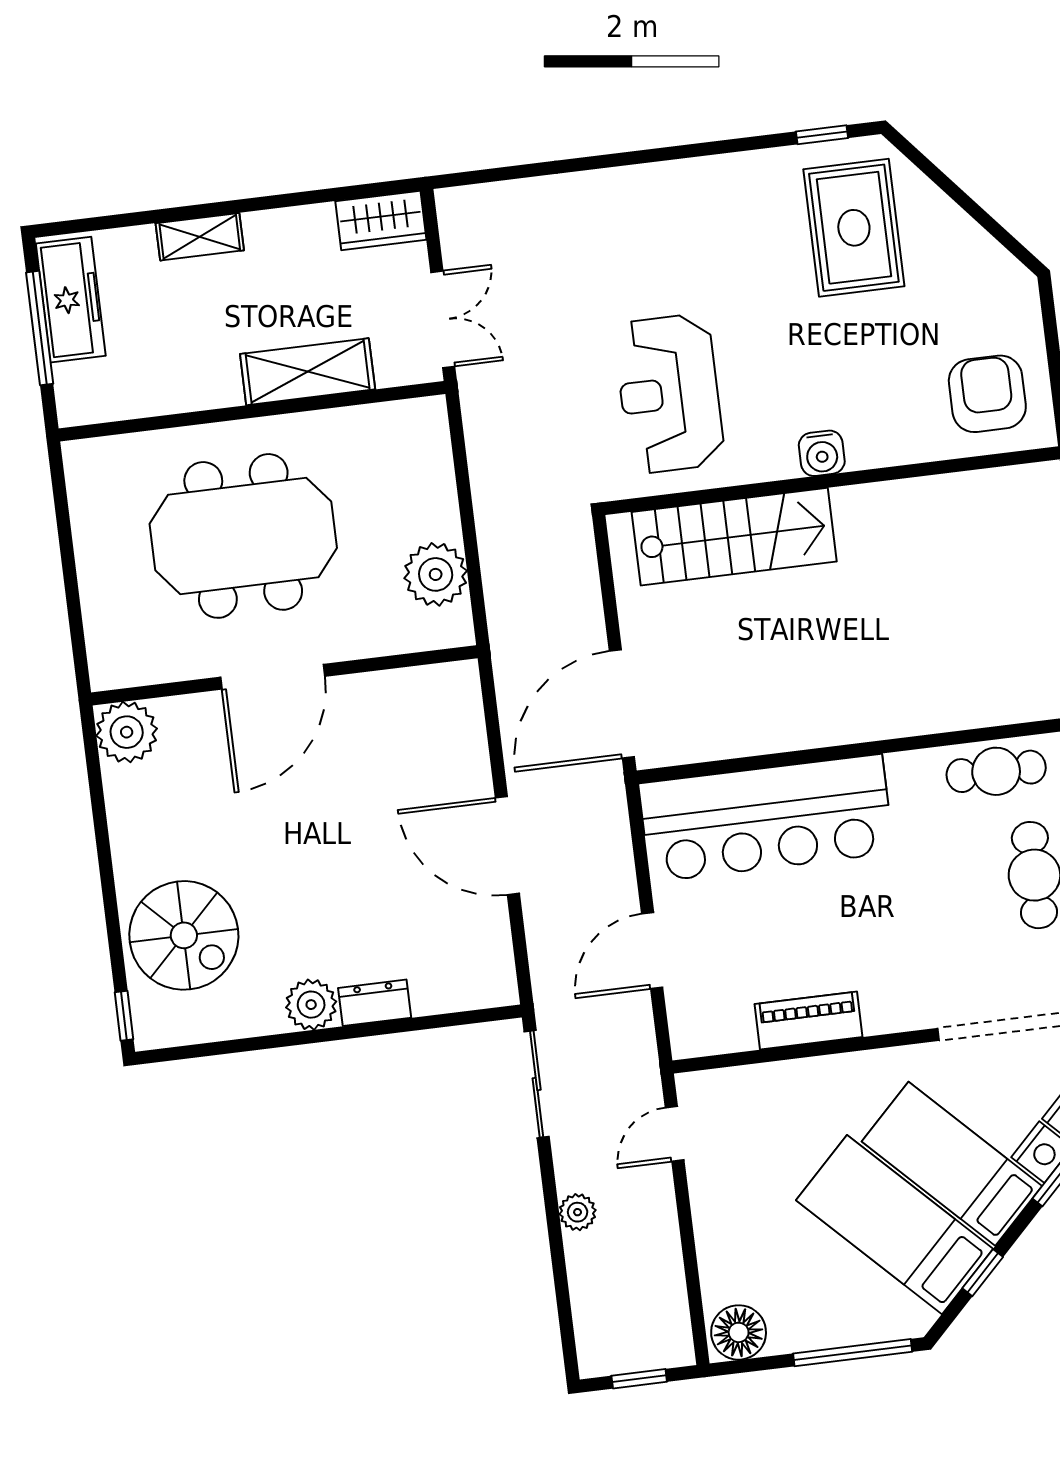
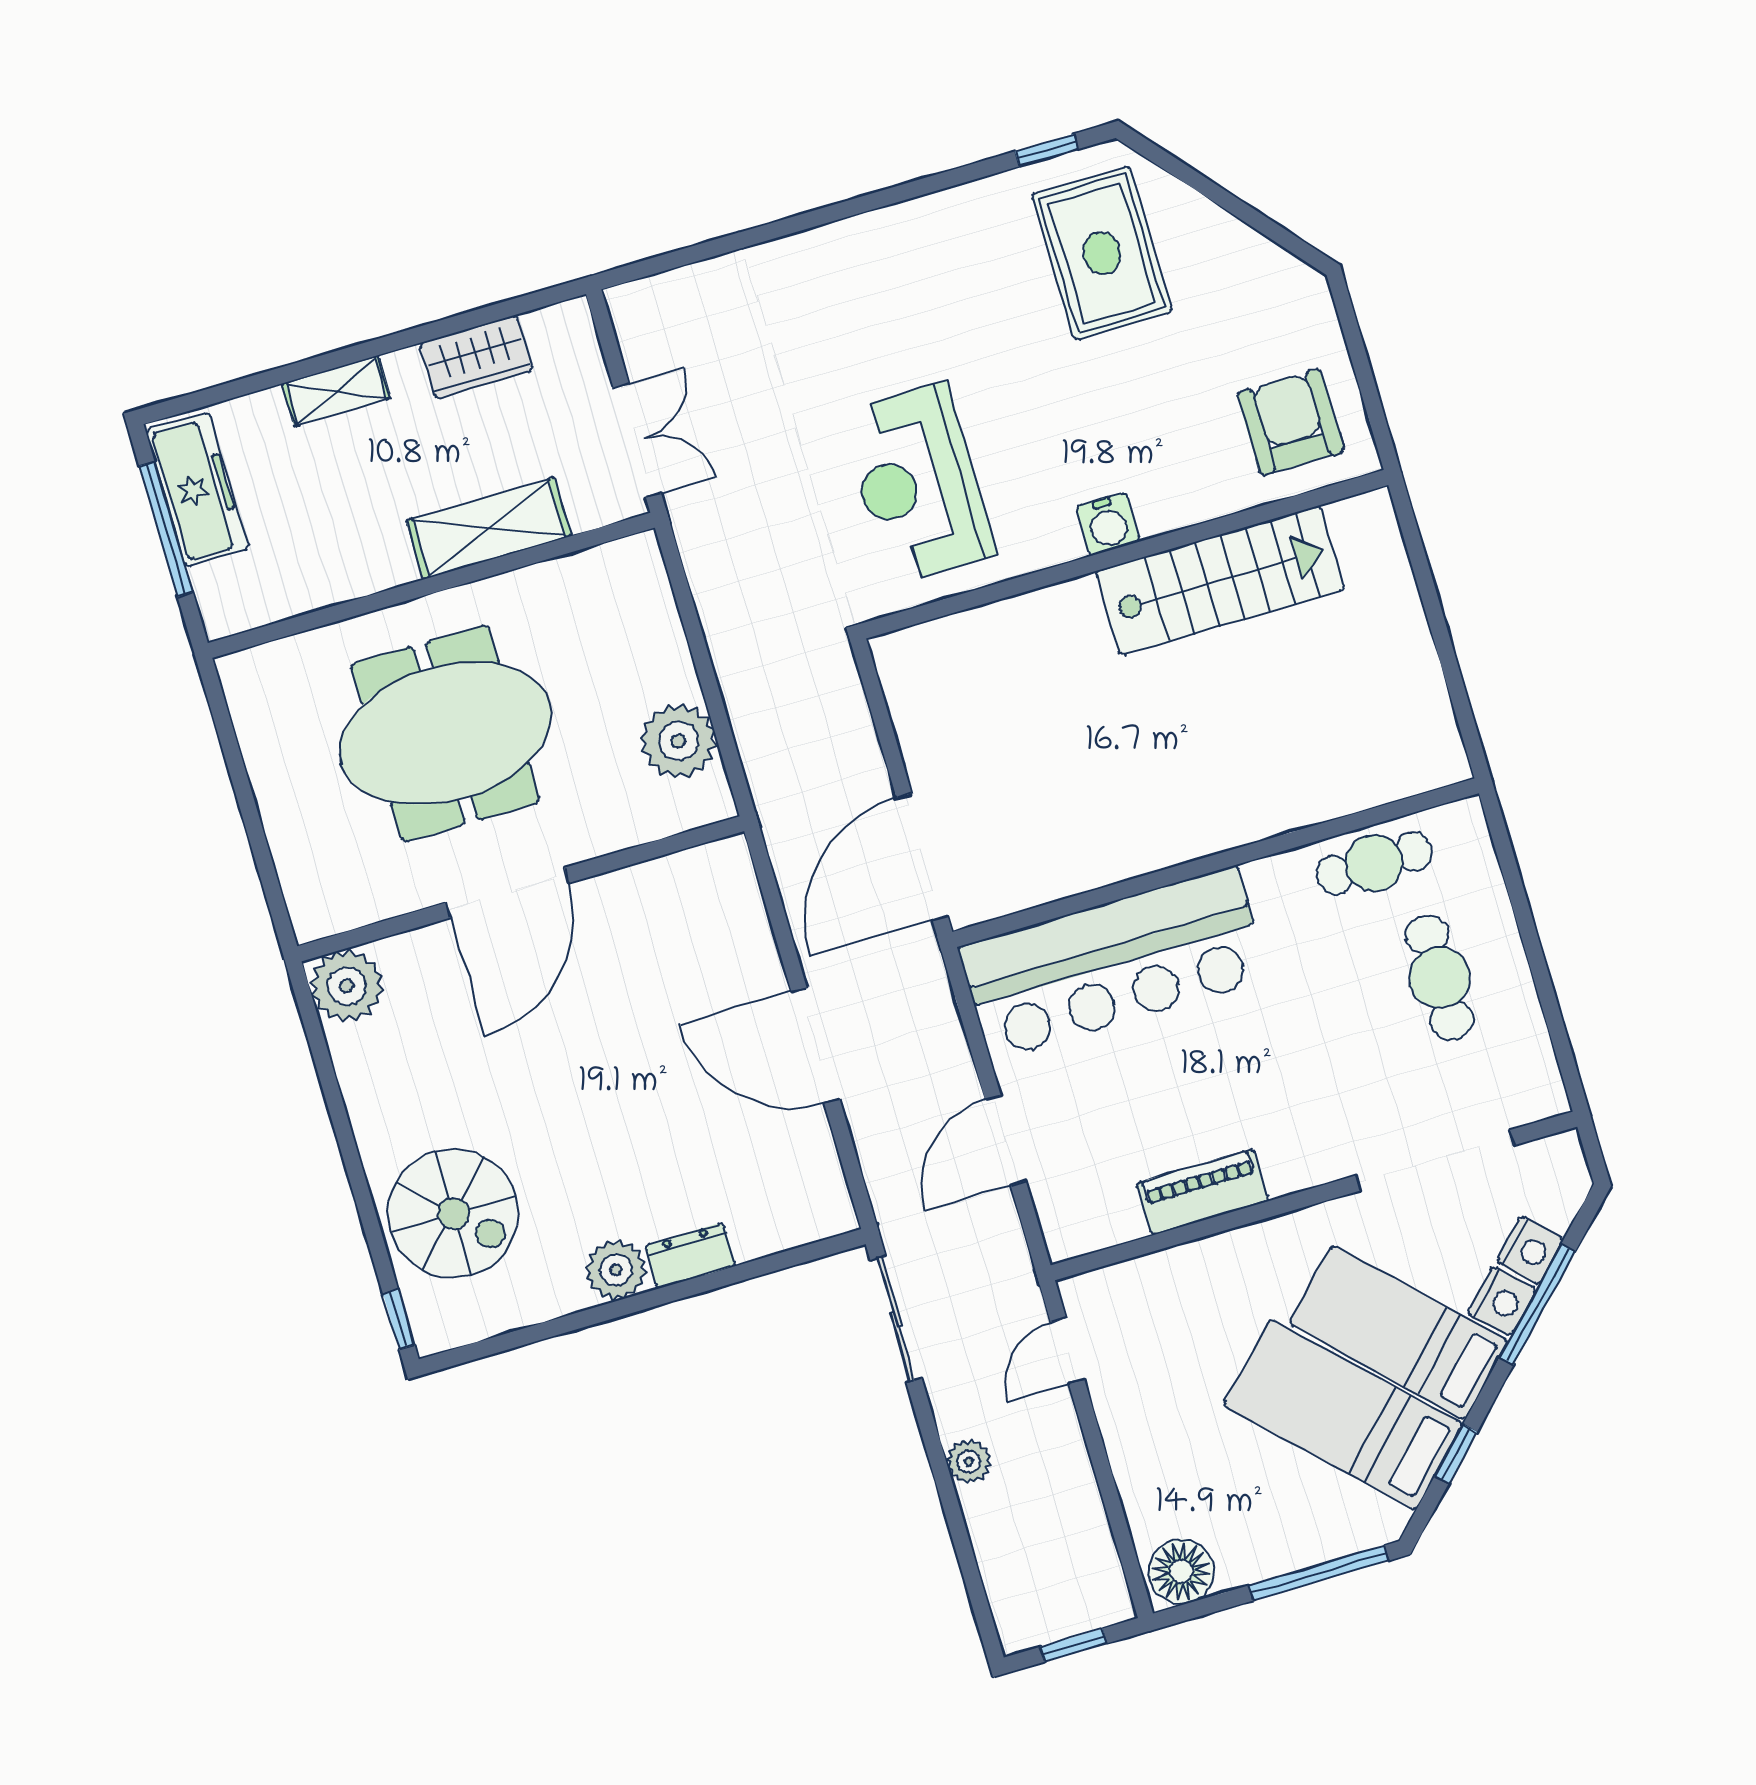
wardrobe: (381, 220) -> (476, 357), moved
stairs: (734, 537) -> (1220, 580), moved

